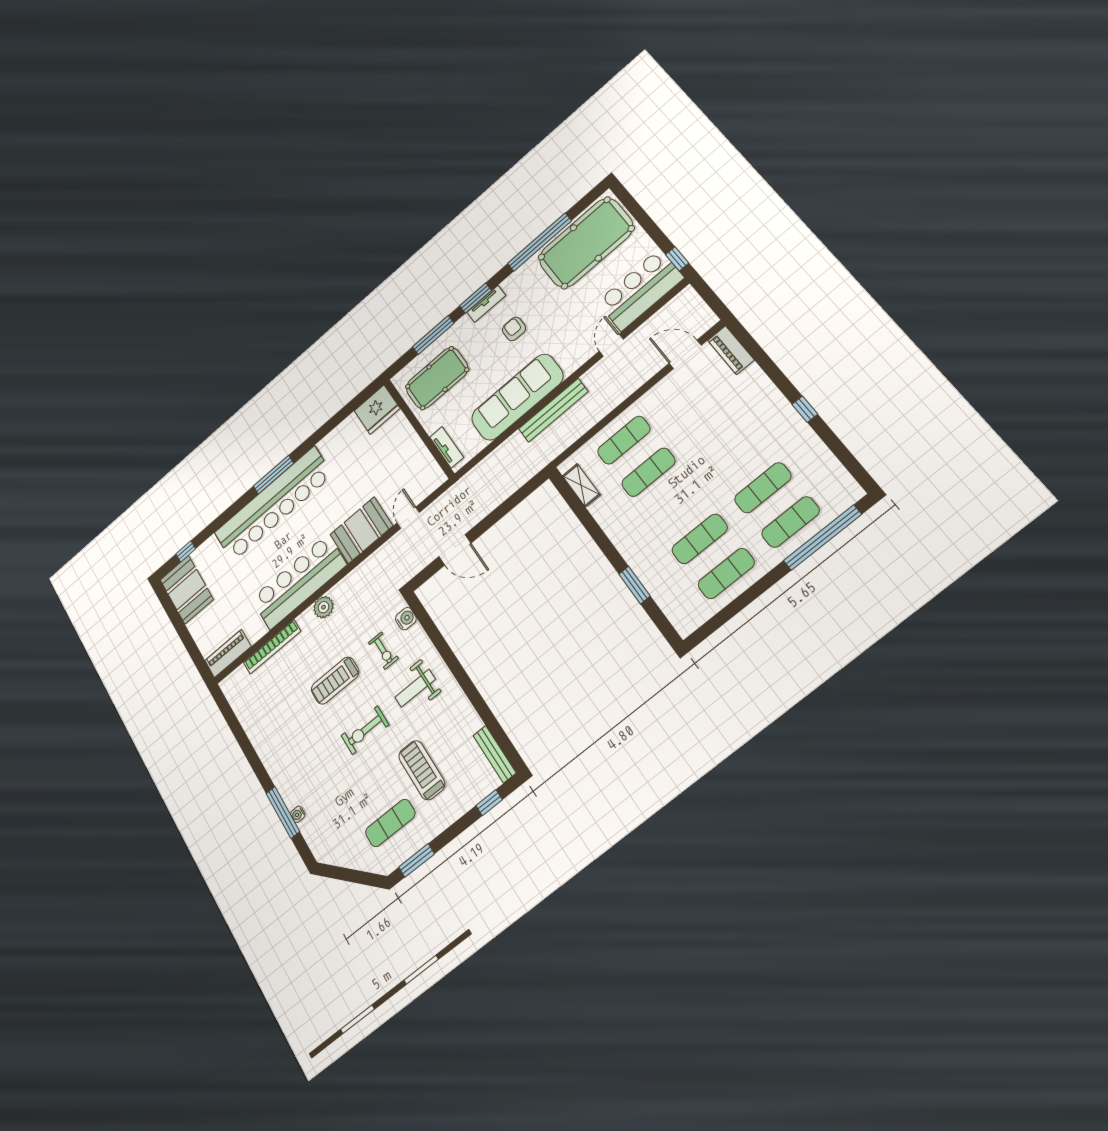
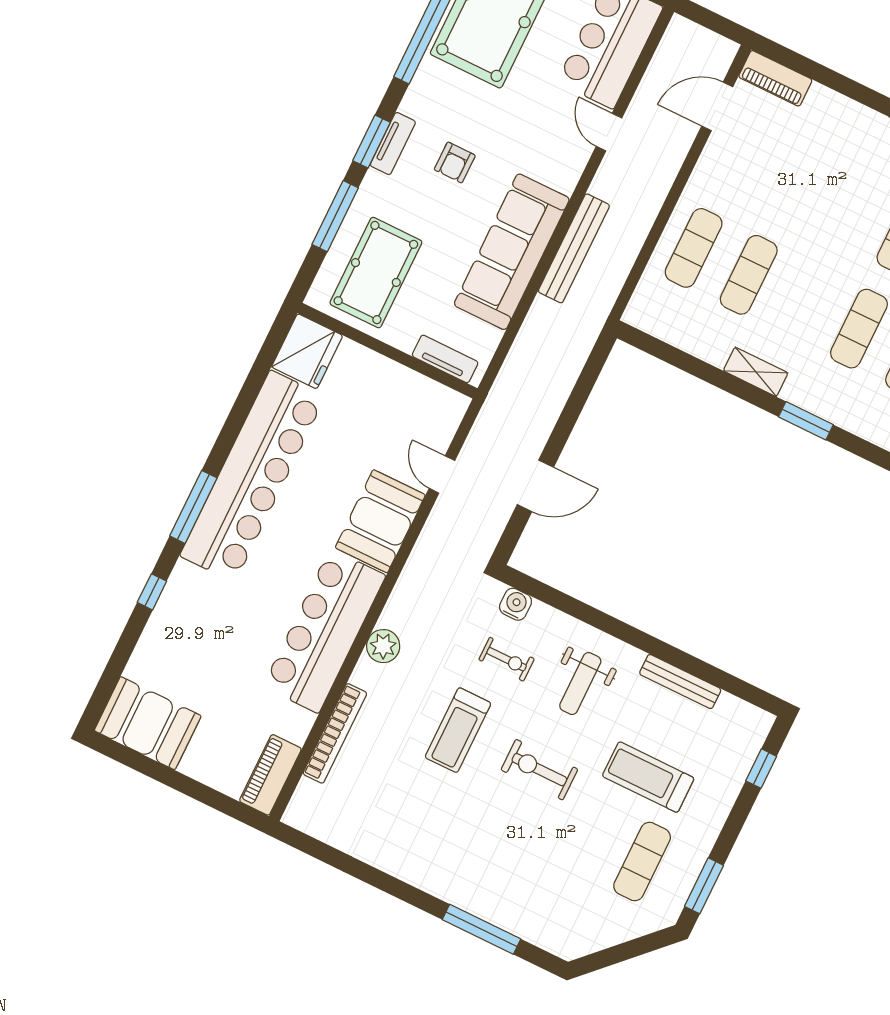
armchair: (514, 329) -> (455, 162), turned -90
shelving: (581, 485) -> (756, 372), moved
bar counter: (273, 504) -> (252, 476), moved
window: (186, 551) -> (152, 592), moved
exercise bike: (365, 730) -> (539, 770), turned 90
bench: (495, 754) -> (680, 682), moved
water cooler: (298, 814) -> (505, 920), removed

